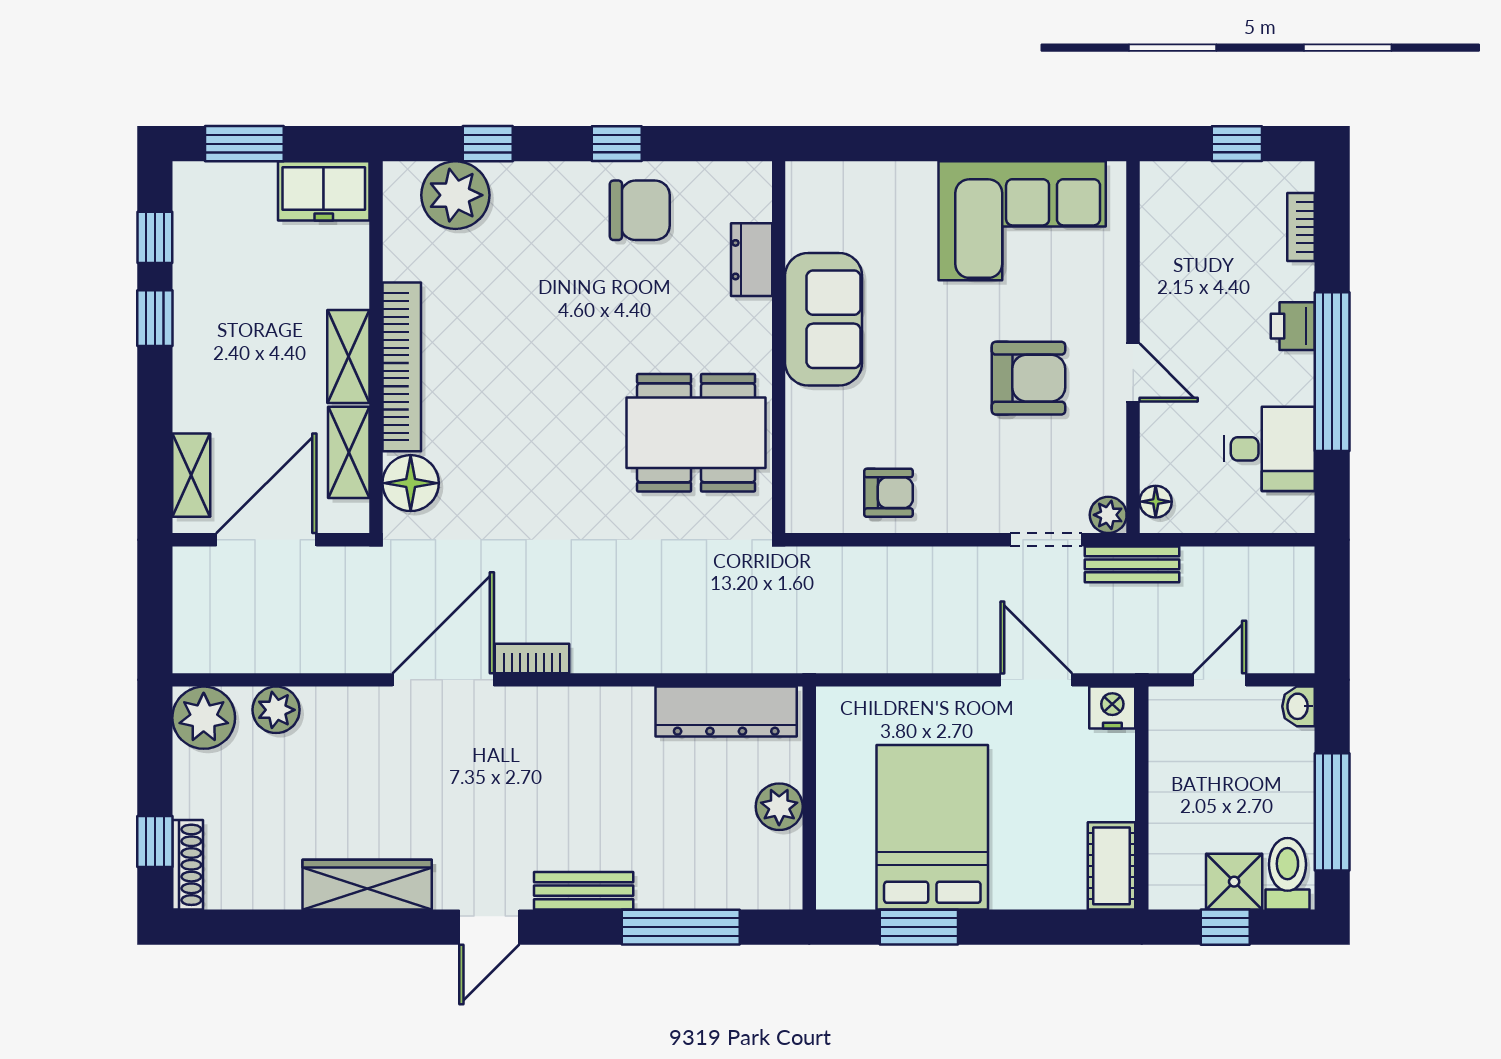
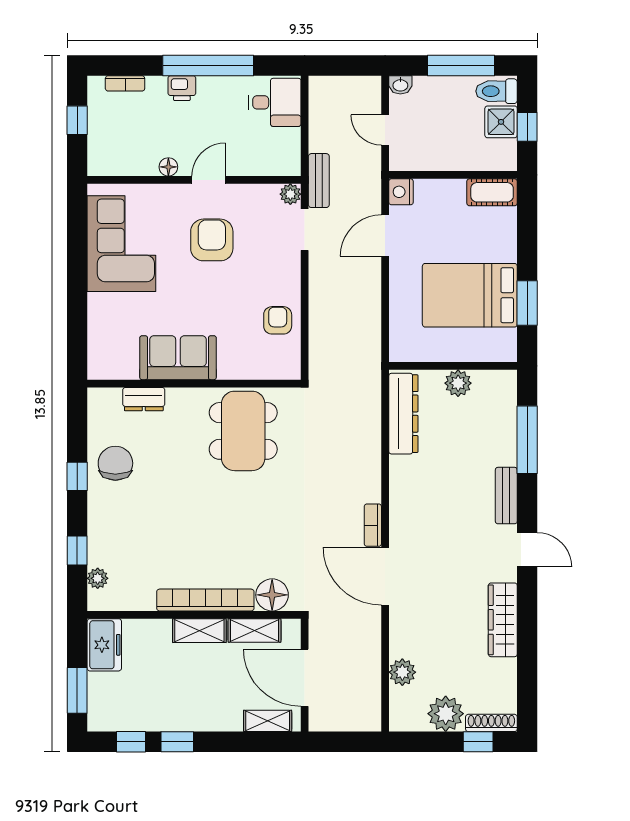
plant: (455, 195) -> (98, 578), width x0.53, depth x0.53
desk: (1269, 449) -> (275, 102), moved, turned 90
floor lamp: (1156, 502) -> (168, 167), moved
plant: (204, 718) -> (446, 714), moved

